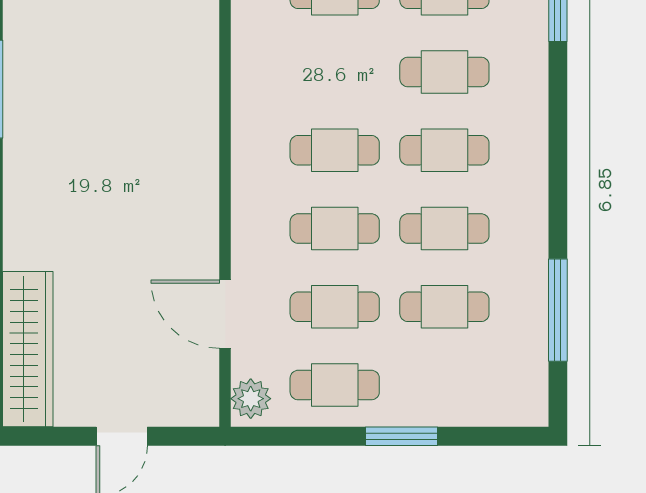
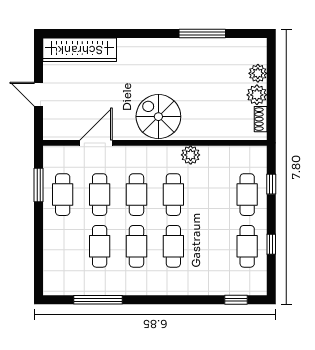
cafe table: (444, 72) -> (210, 246), removed
spiral stairs: (169, 182) -> (158, 117), added
plant: (251, 399) -> (191, 155), moved
window: (401, 436) -> (39, 185), moved

